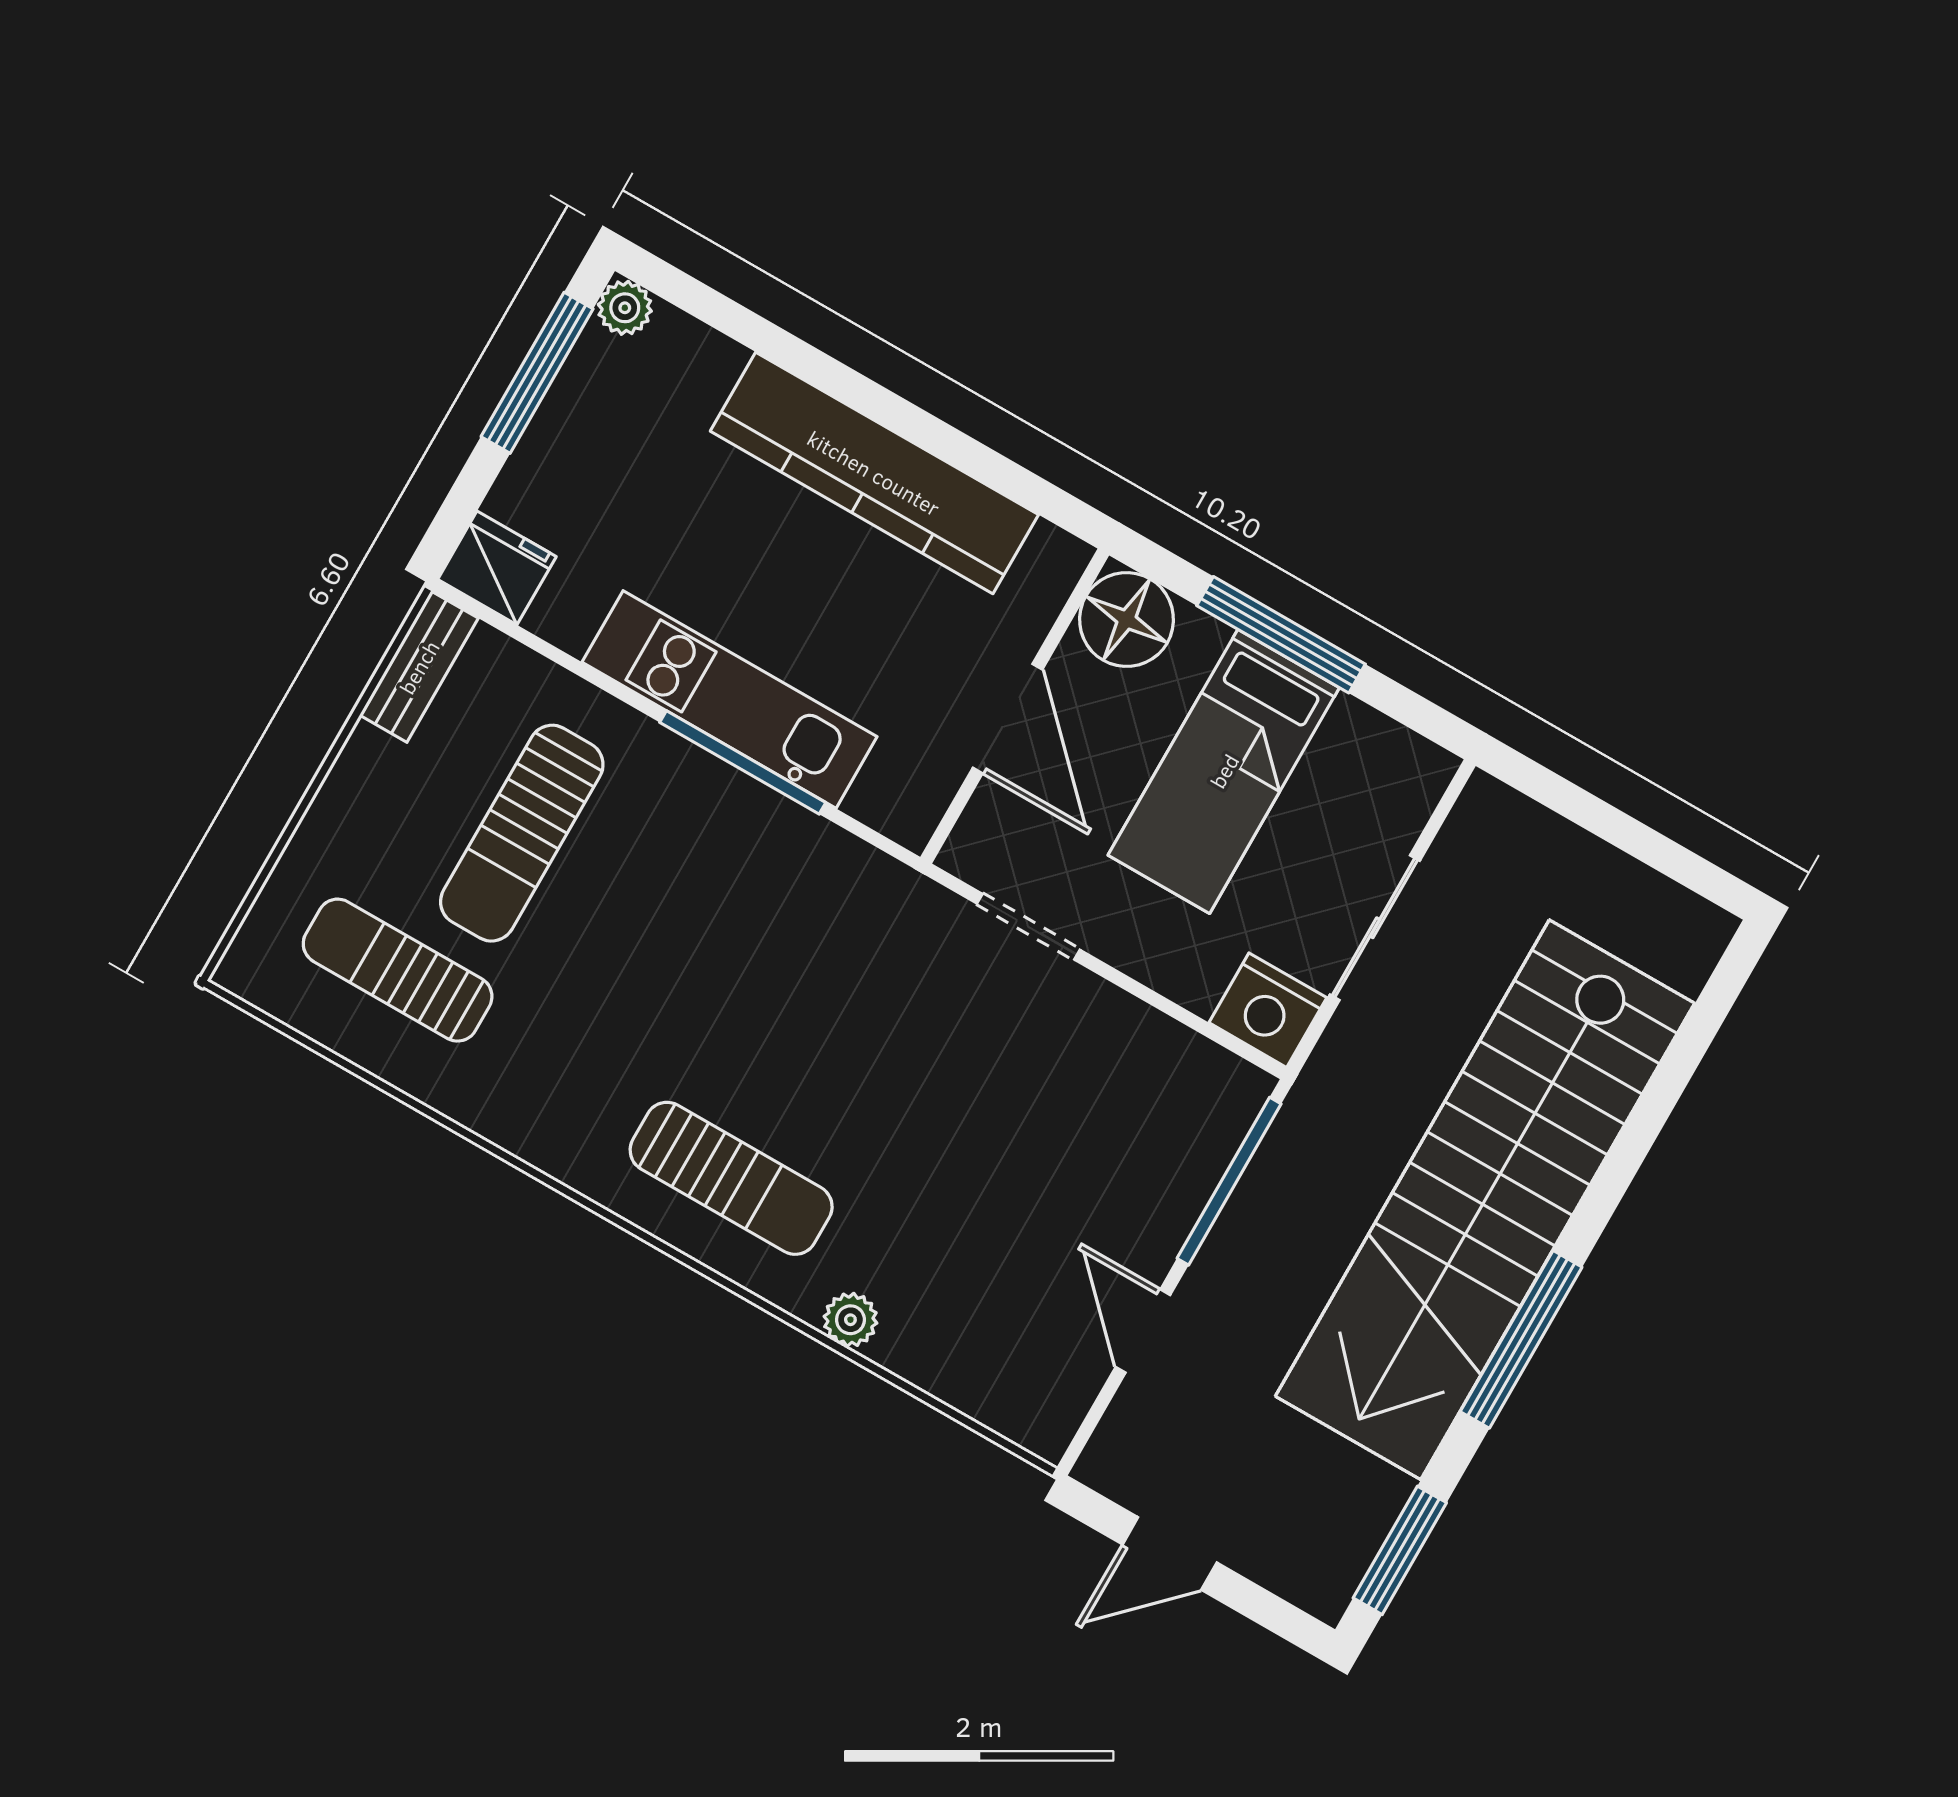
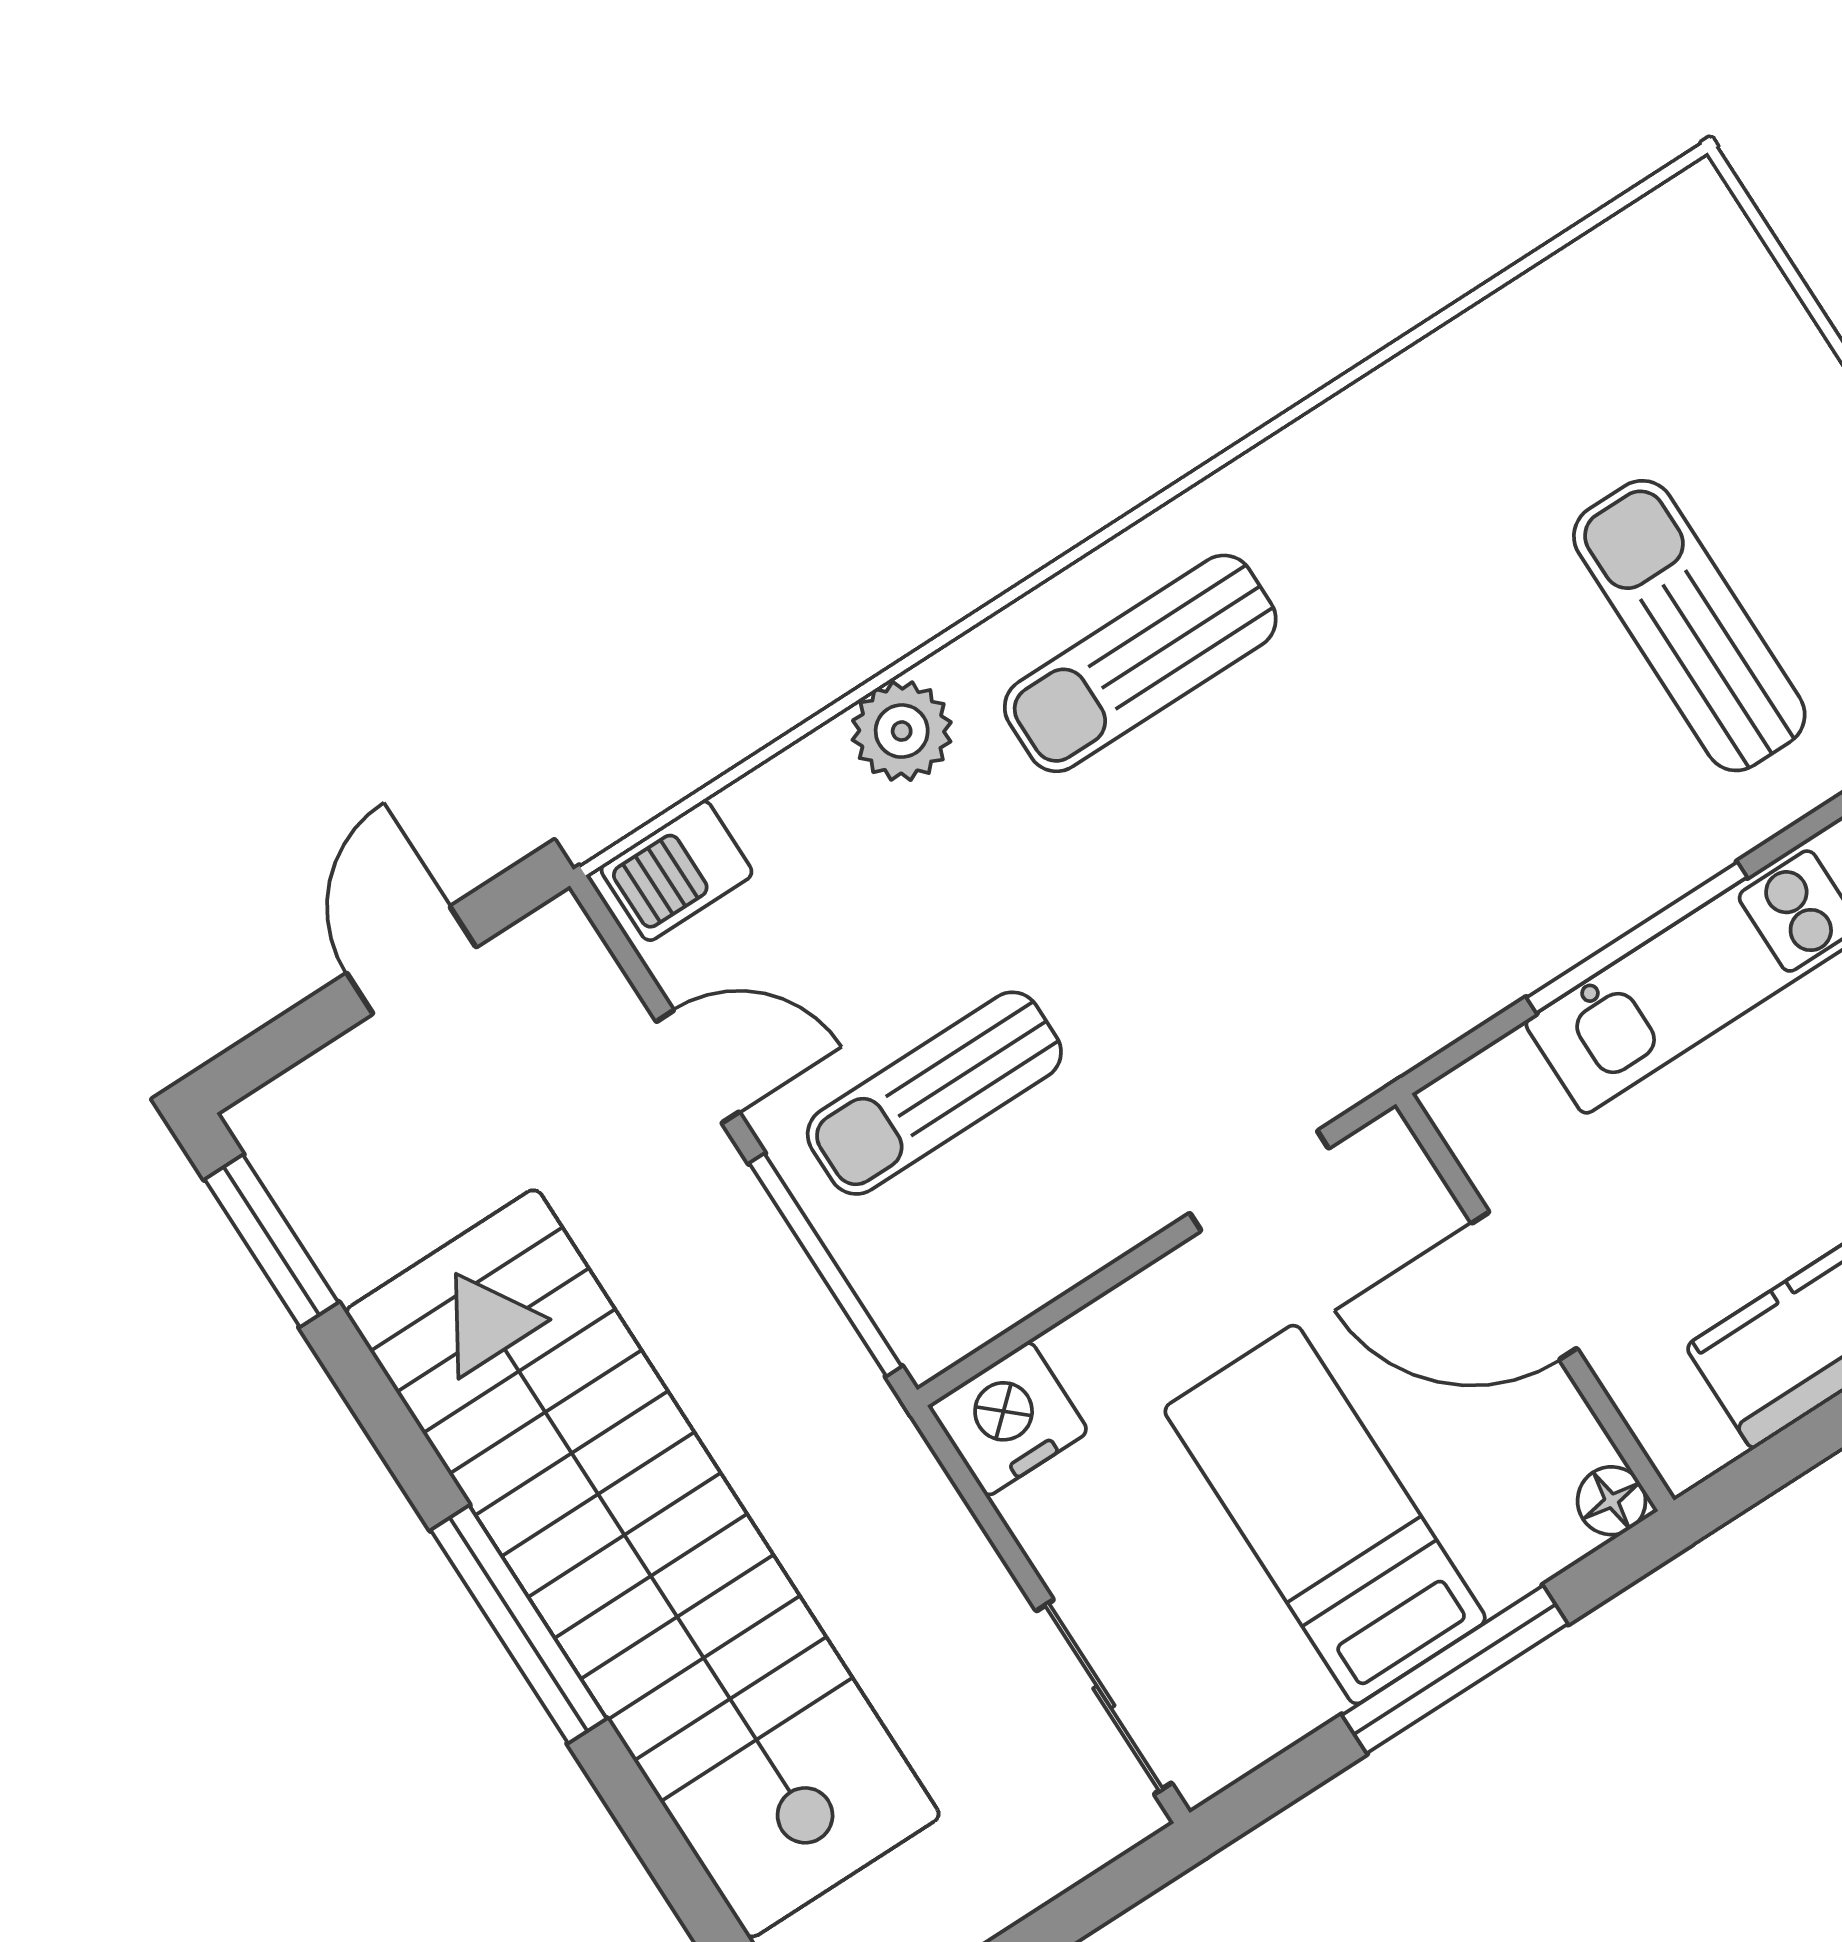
floor lamp: (1127, 619) -> (1612, 1501), width x0.53, depth x0.53
sliding door: (1375, 928) -> (1104, 1697), moved
sun lounger: (398, 970) -> (934, 1093), moved, turned 180
plant: (850, 1320) -> (902, 731), width x1.38, depth x1.38
window: (1521, 1339) -> (519, 1624), moved
barbecue: (1022, 1411) -> (677, 871), added

